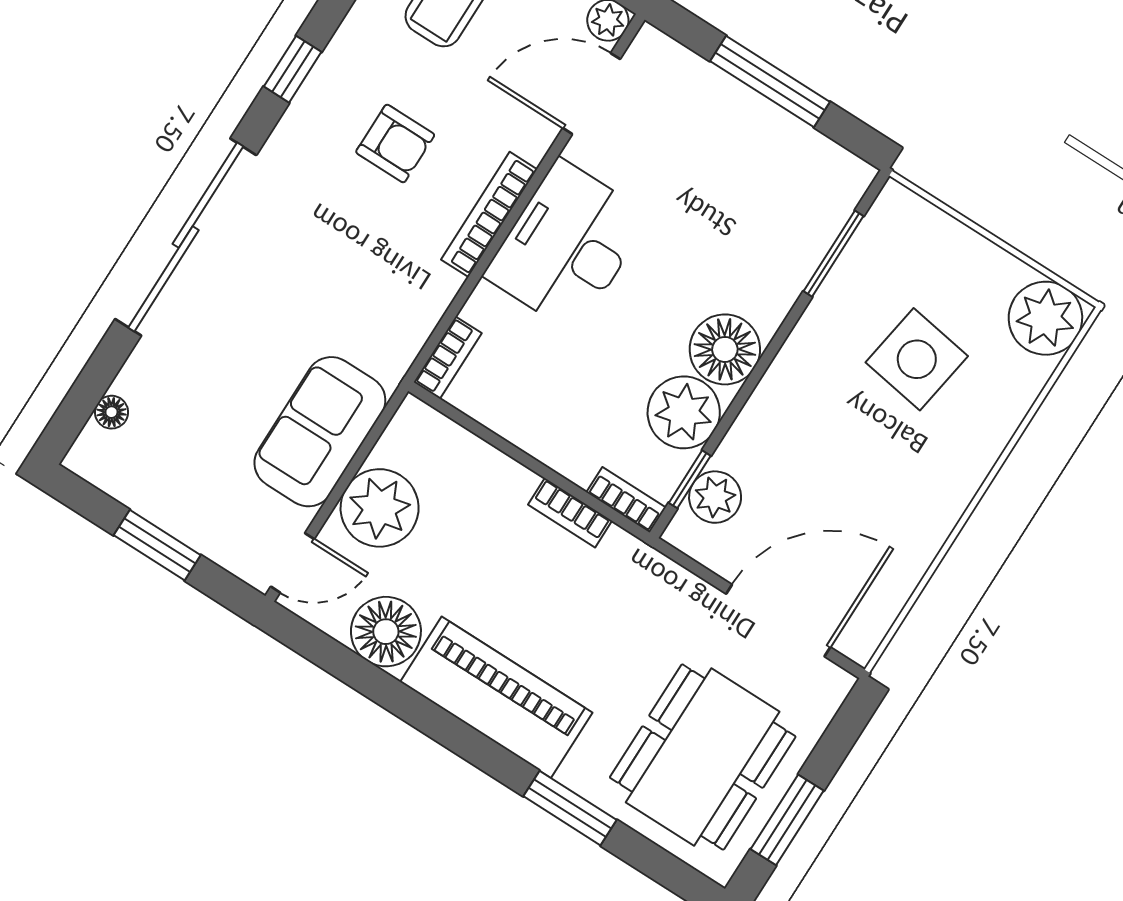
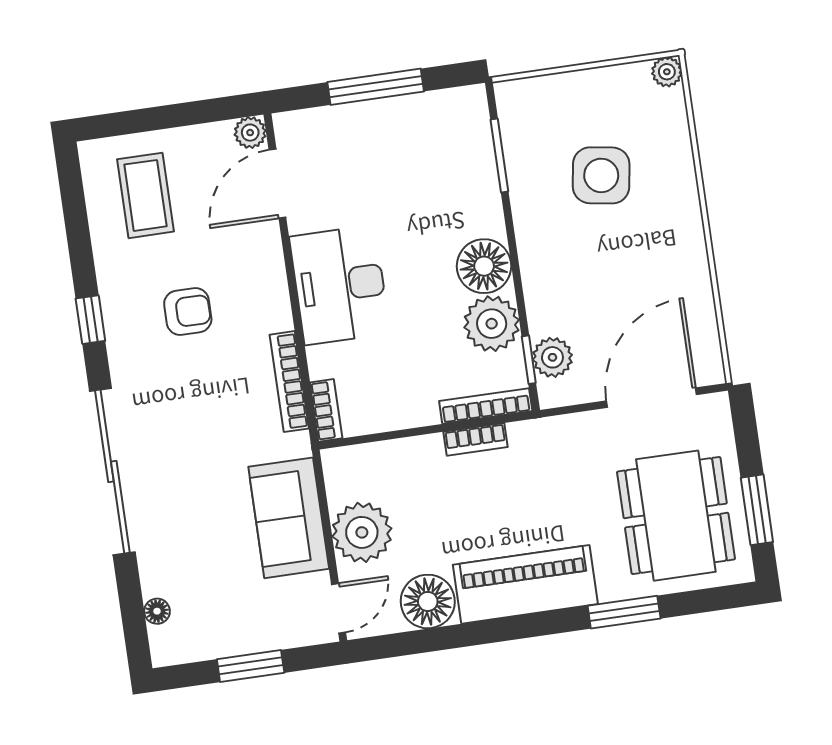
bookcase: (489, 214) -> (289, 382), moved
plant: (1045, 318) -> (667, 72), width x0.53, depth x0.53
bookcase: (626, 500) -> (486, 406), width x1.56

